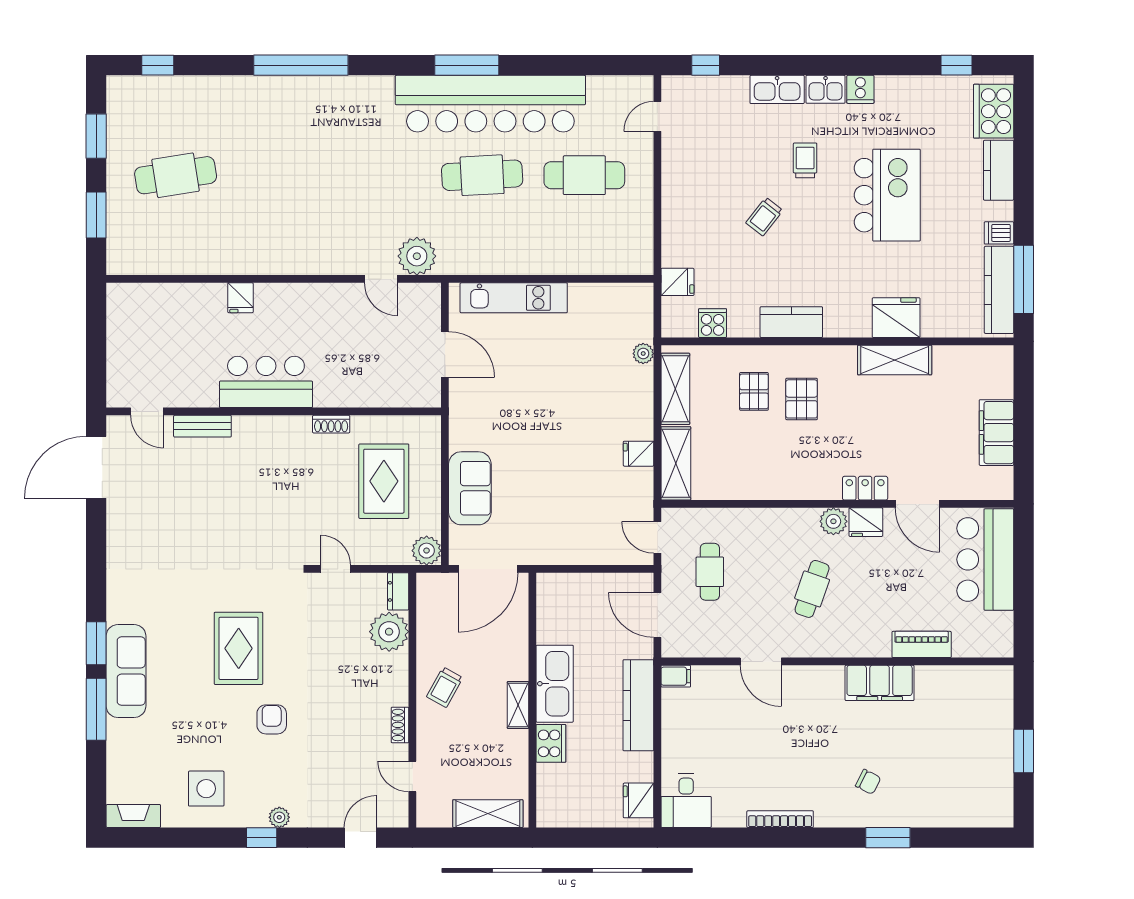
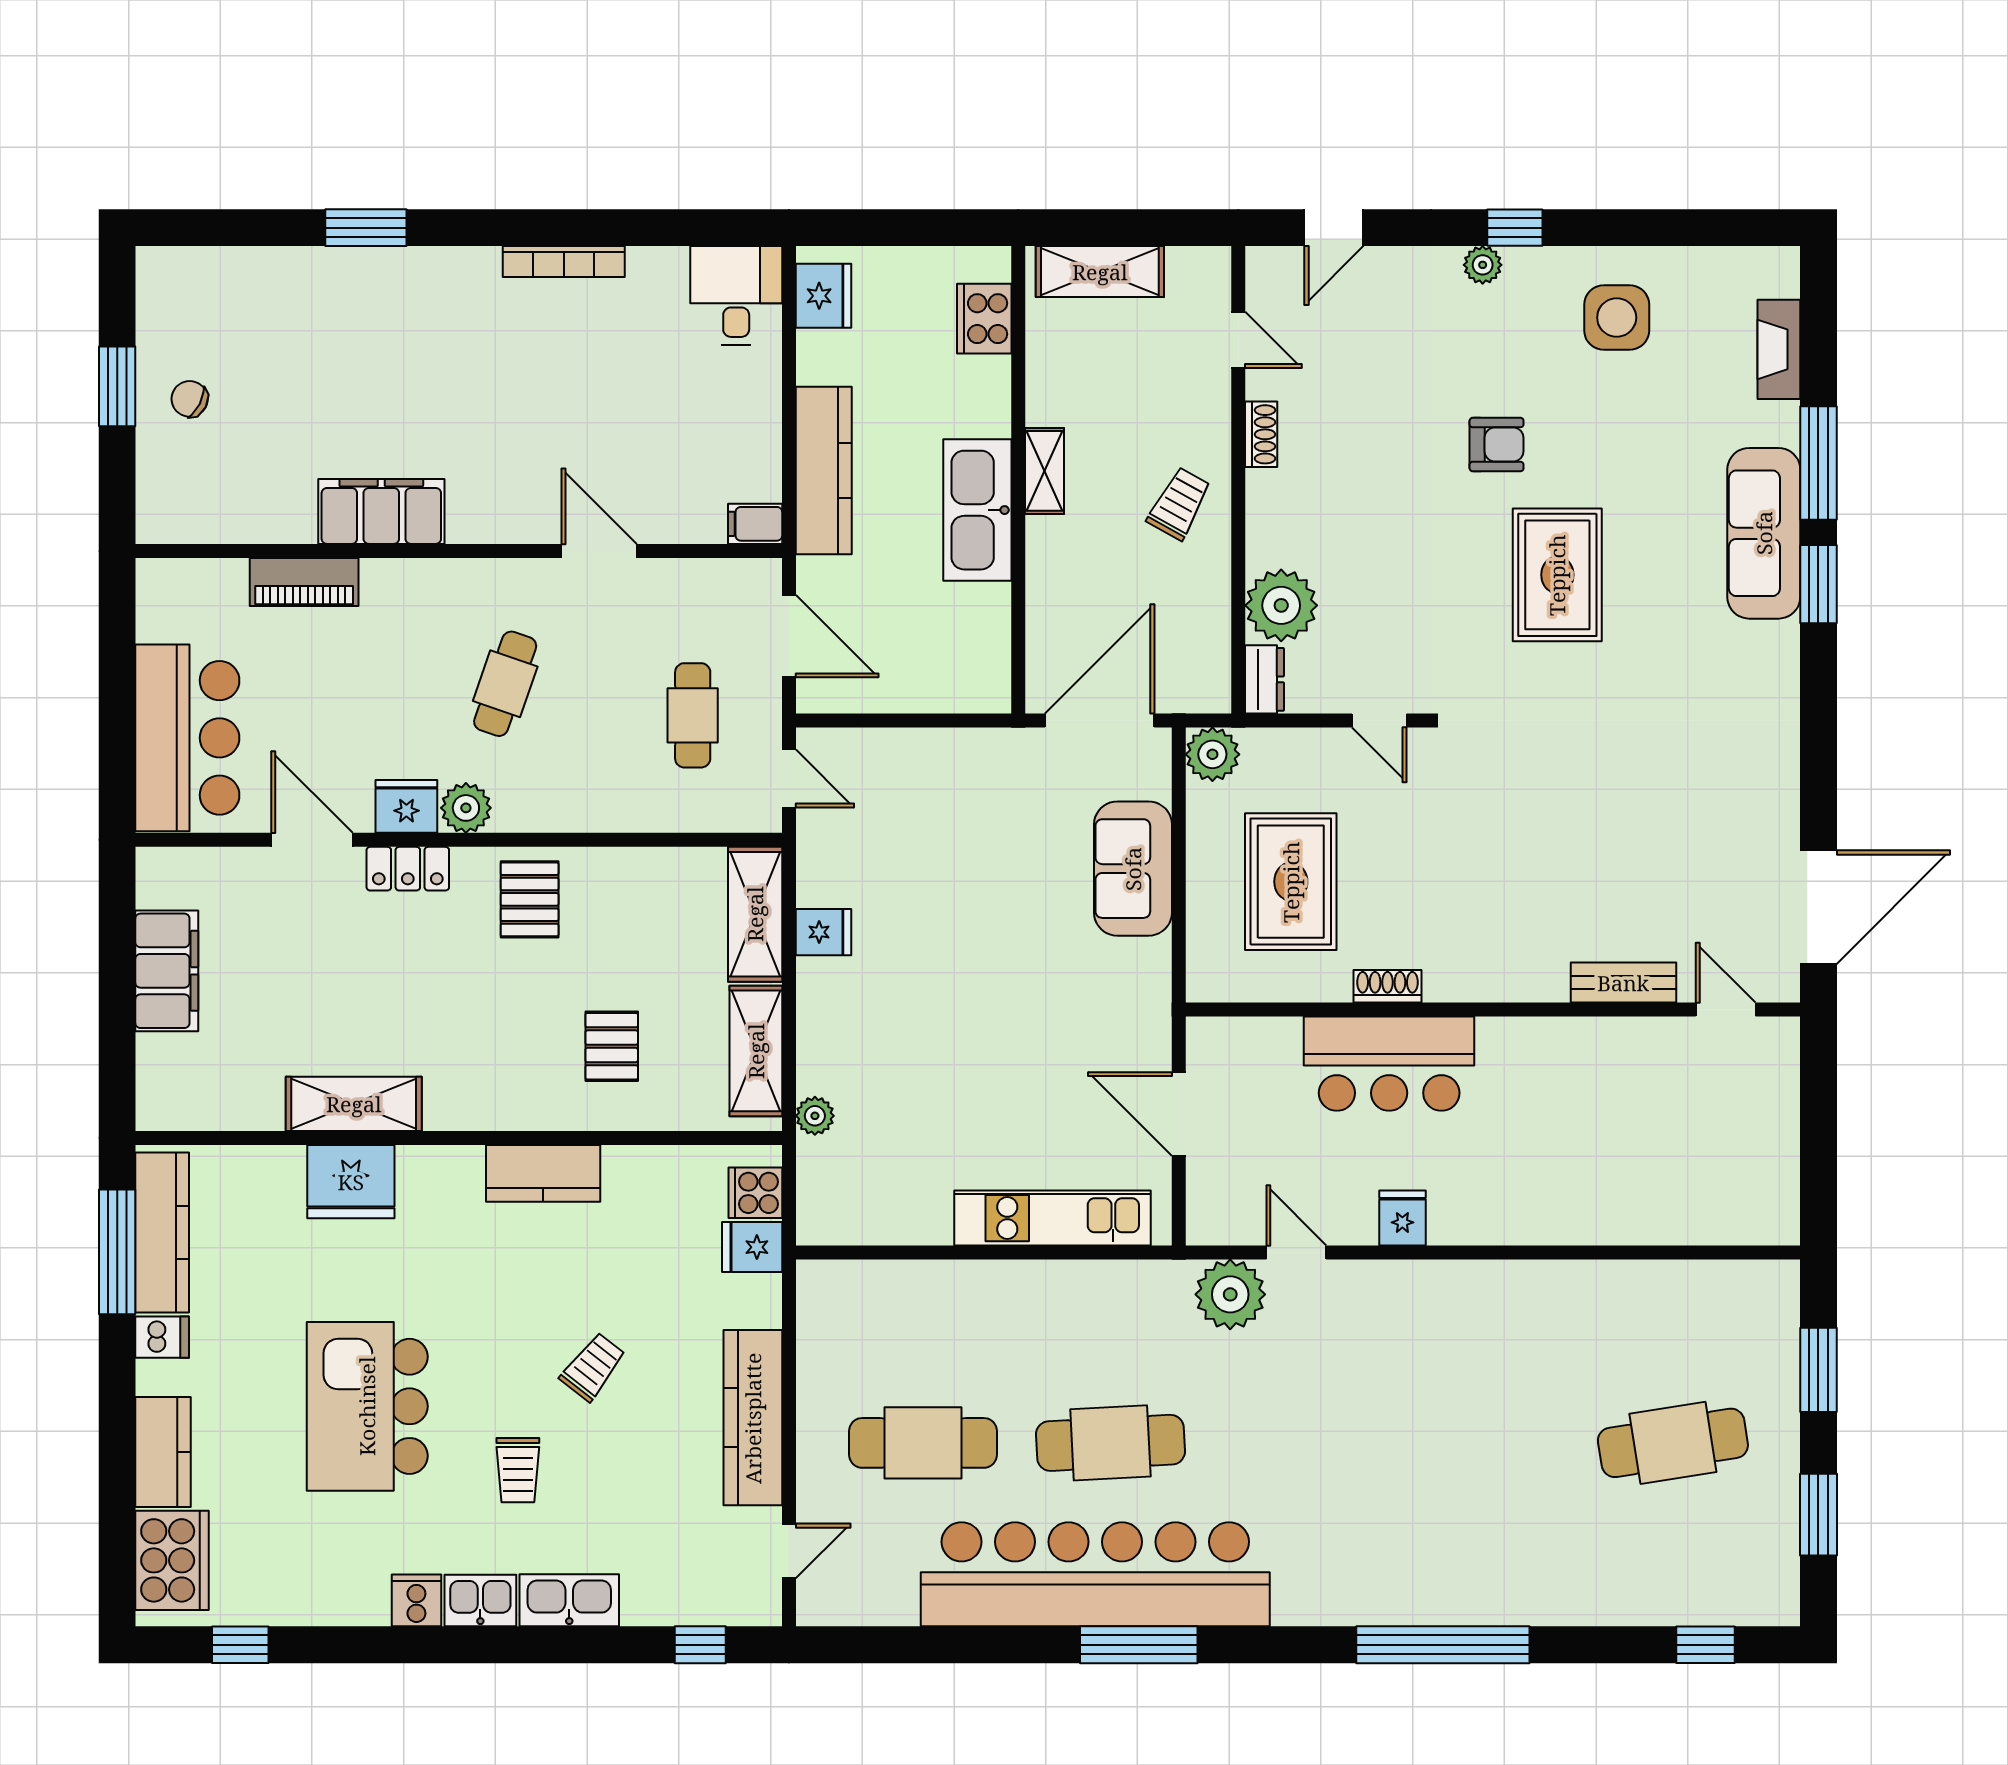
kitchen counter: (677, 189) -> (753, 1418), added
fridge: (241, 298) -> (1402, 1218), moved
cooker: (713, 323) -> (755, 1193), moved, turned 90
bar counter: (266, 382) -> (1389, 1064), moved
pallet: (802, 399) -> (530, 899), moved
armchair: (272, 719) -> (1497, 445), turned -90
cooker: (551, 743) -> (984, 319), moved
chair: (868, 782) -> (190, 399), moved
fireplace: (133, 816) -> (1779, 349), moved, turned 90

